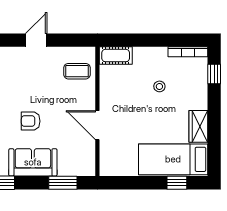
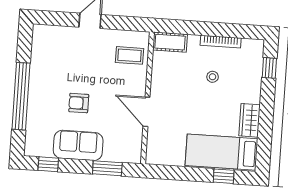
bookcase: (188, 52) -> (221, 42), moved

